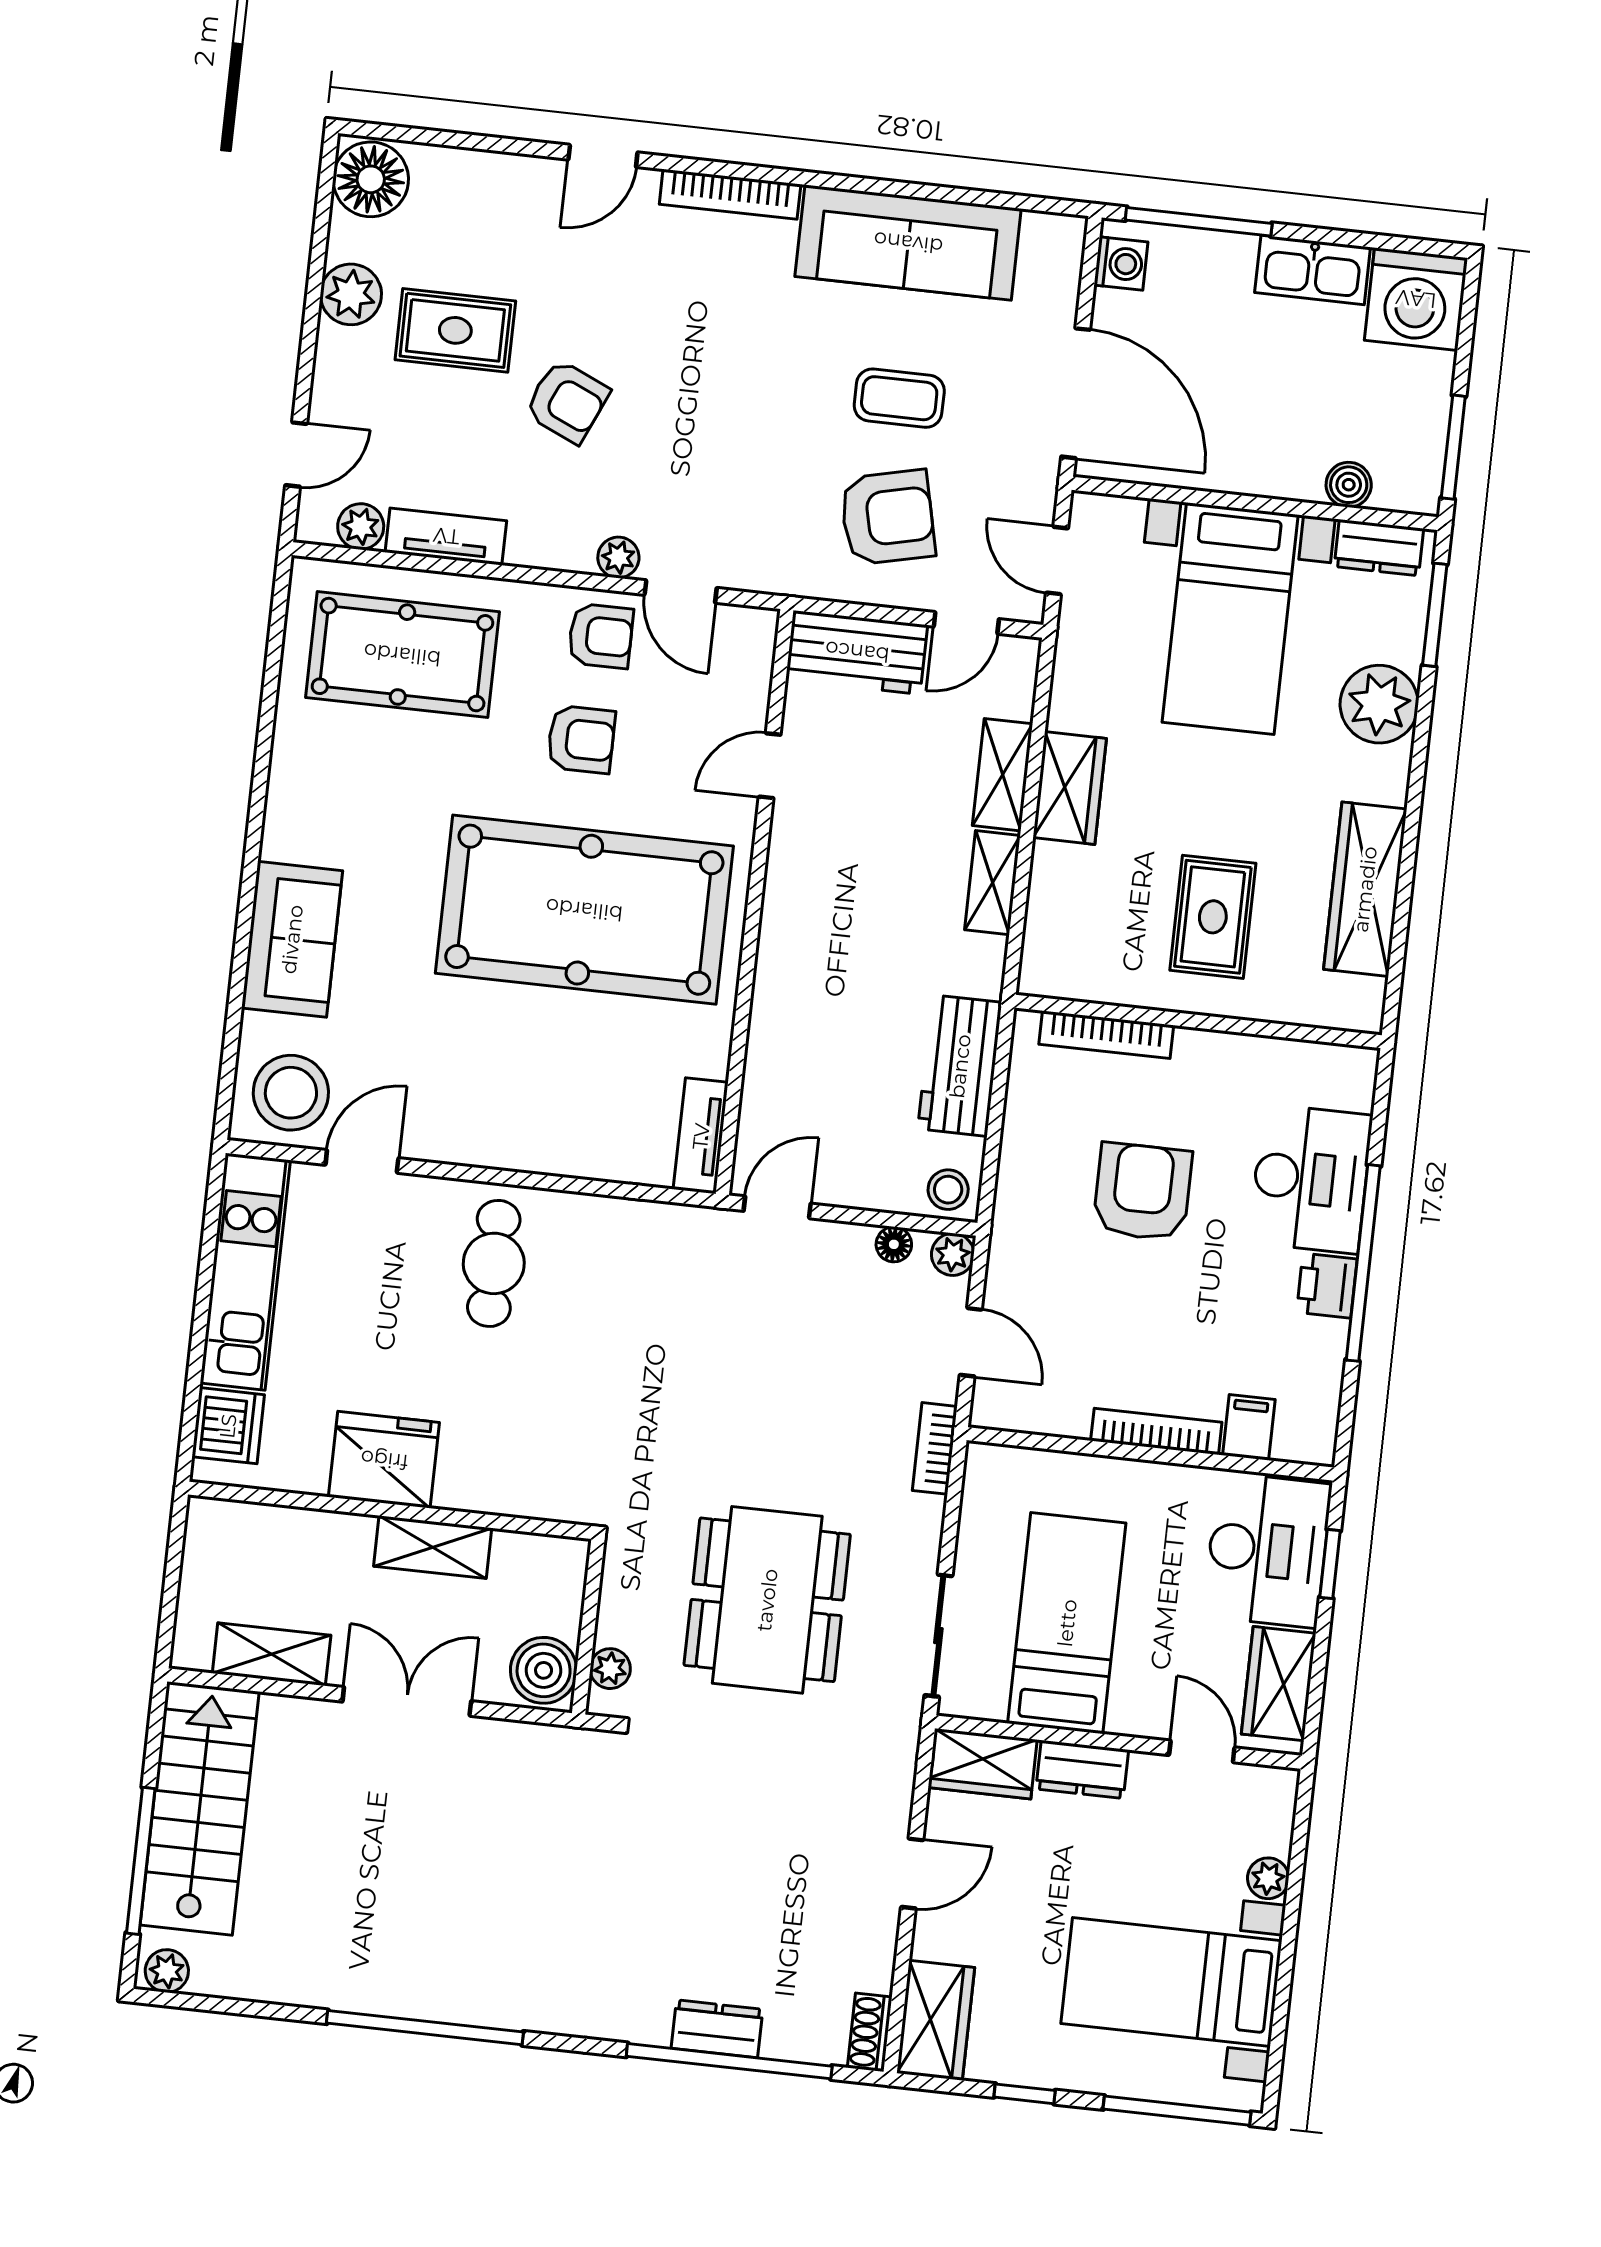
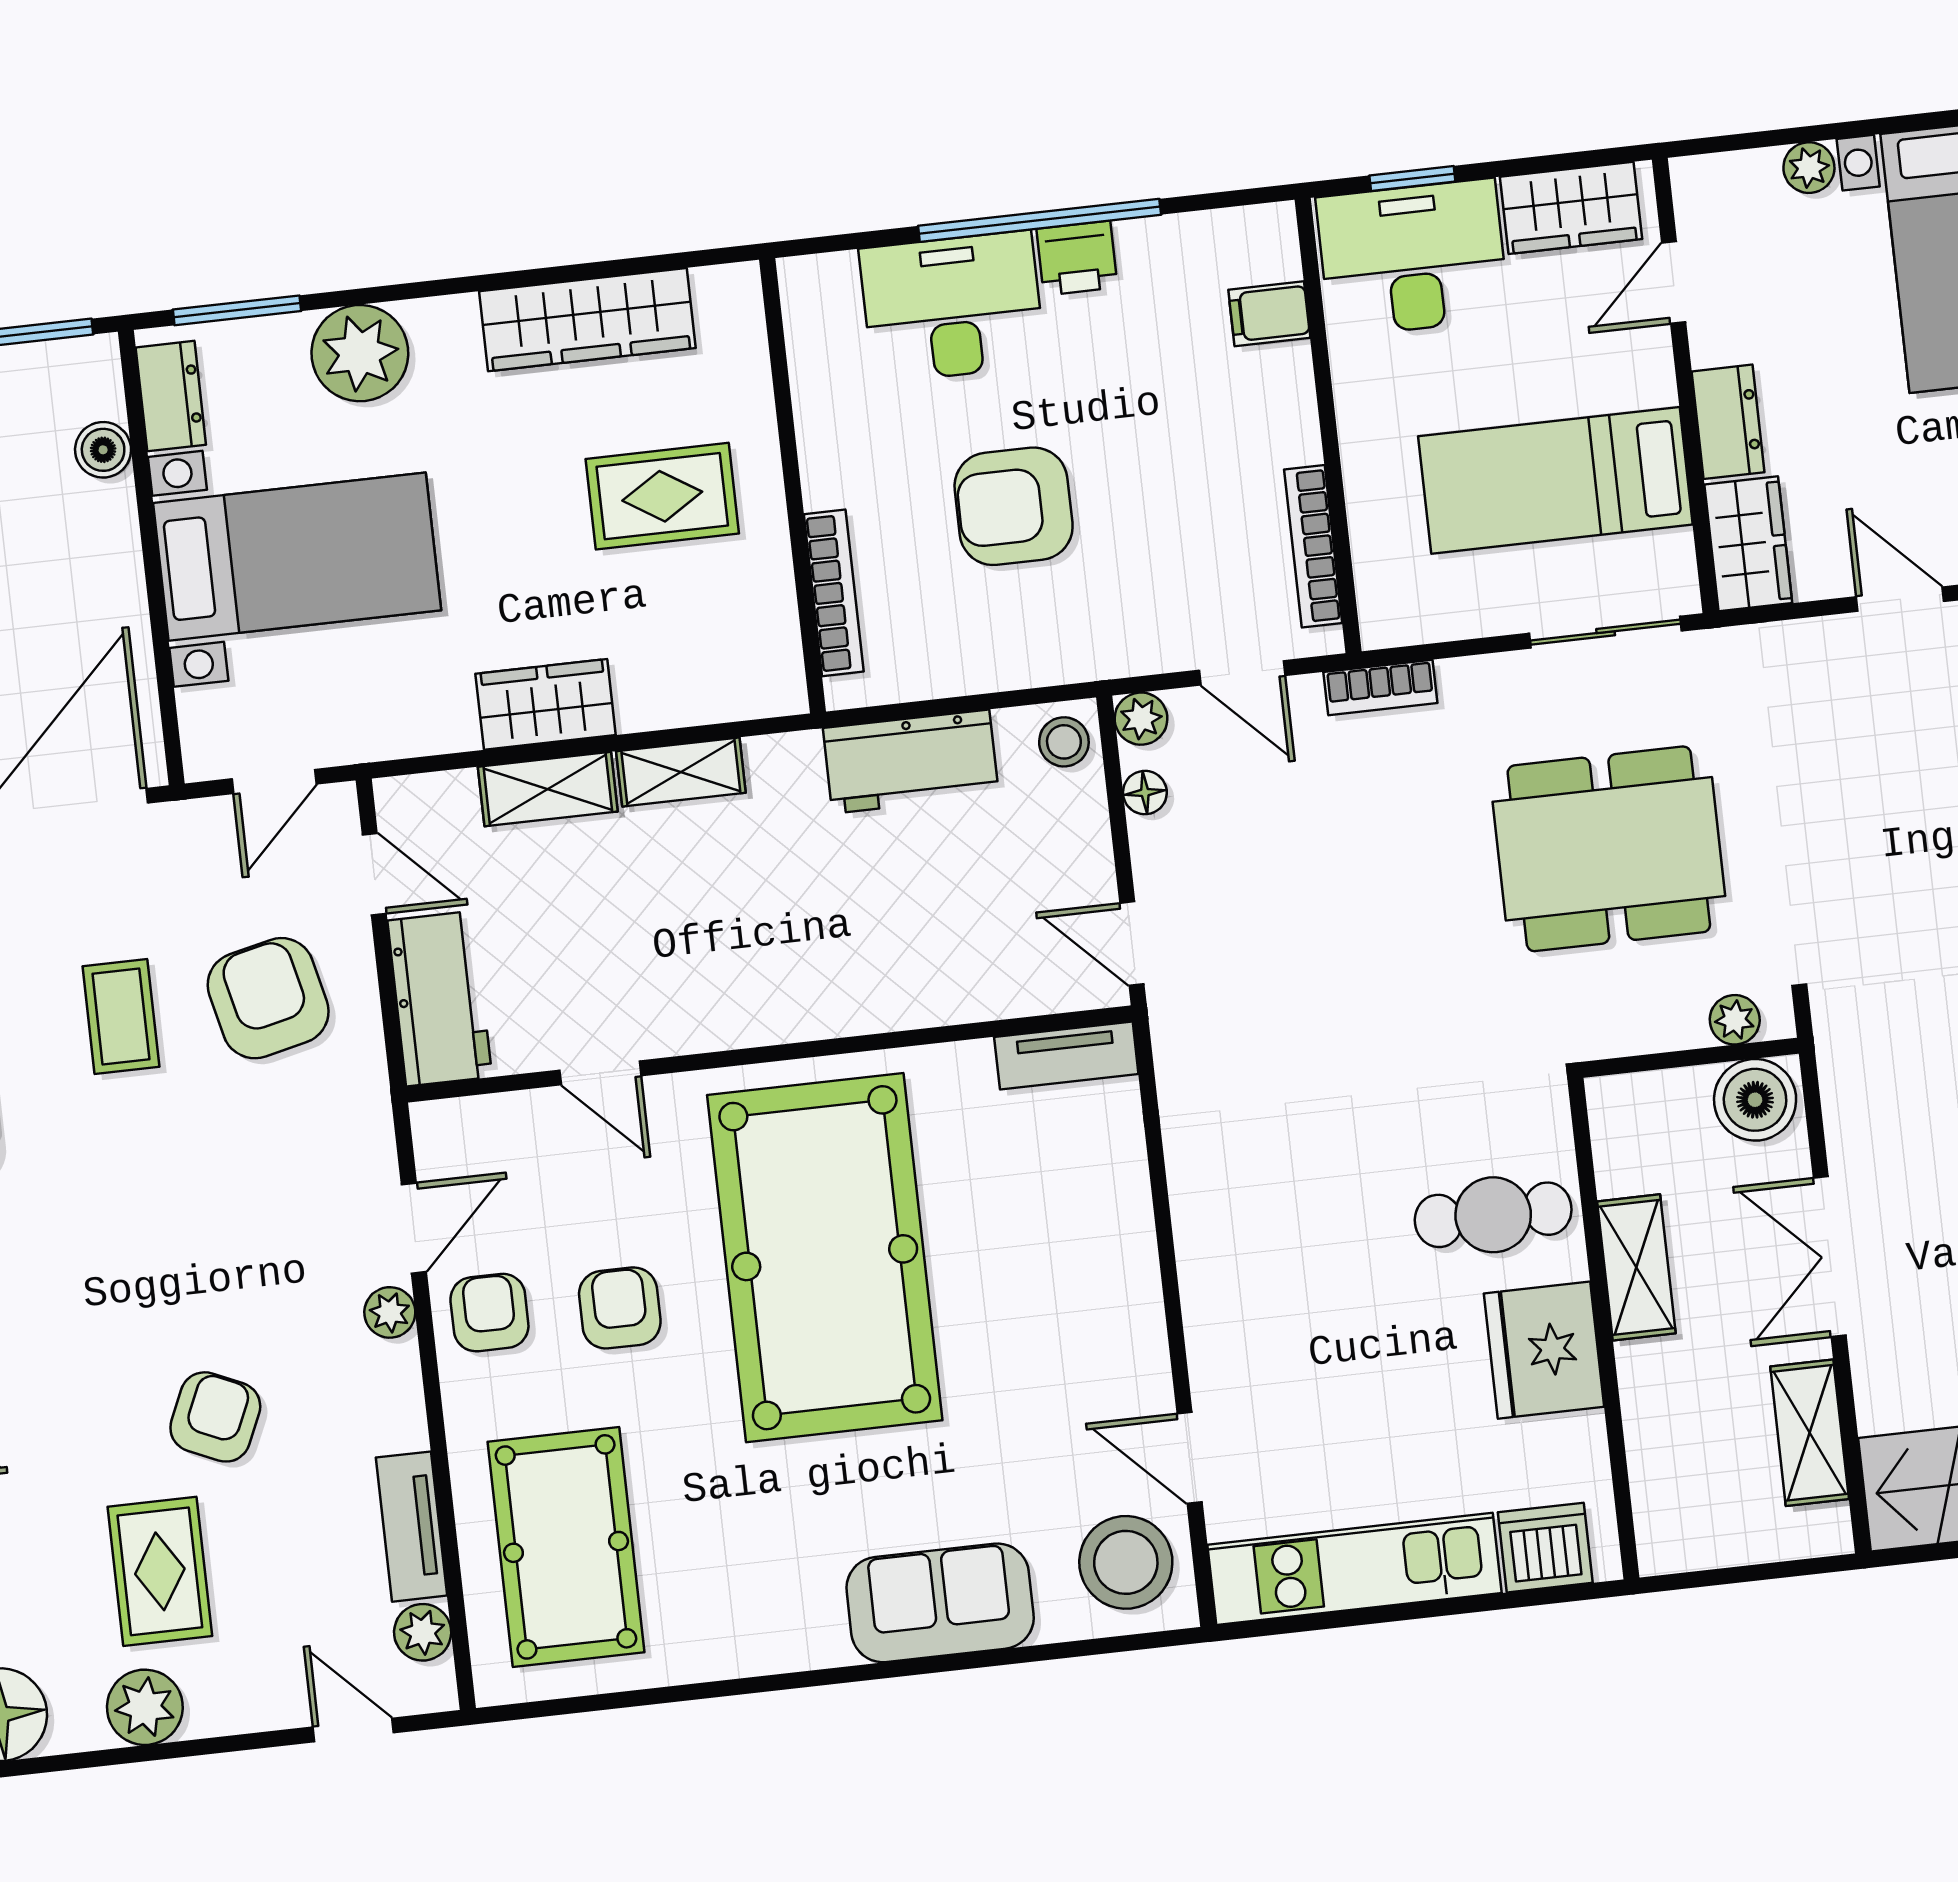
cafe table: (494, 1263) -> (1493, 1215), moved
door: (971, 1342) -> (1242, 673), swing flipped
bookcase: (1156, 1431) -> (1313, 546), moved

